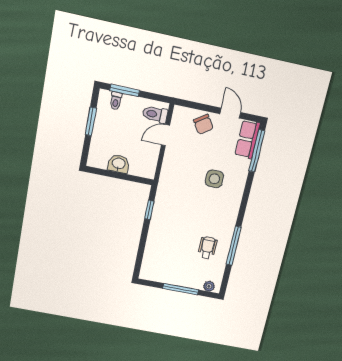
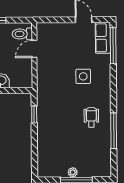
chair: (203, 124) -> (64, 33), removed
wheelchair: (207, 248) -> (91, 117), moved
plant: (209, 286) -> (73, 172), moved

